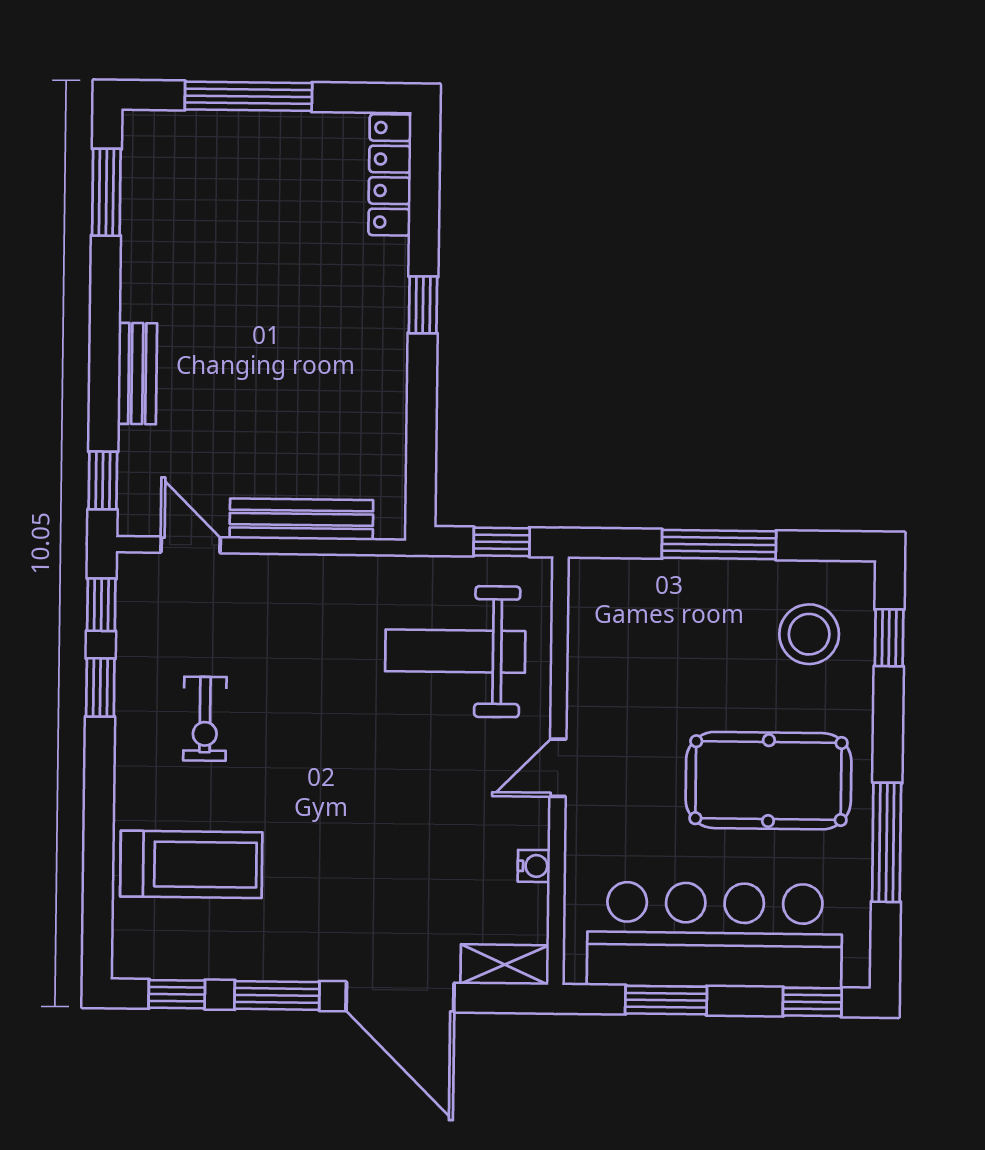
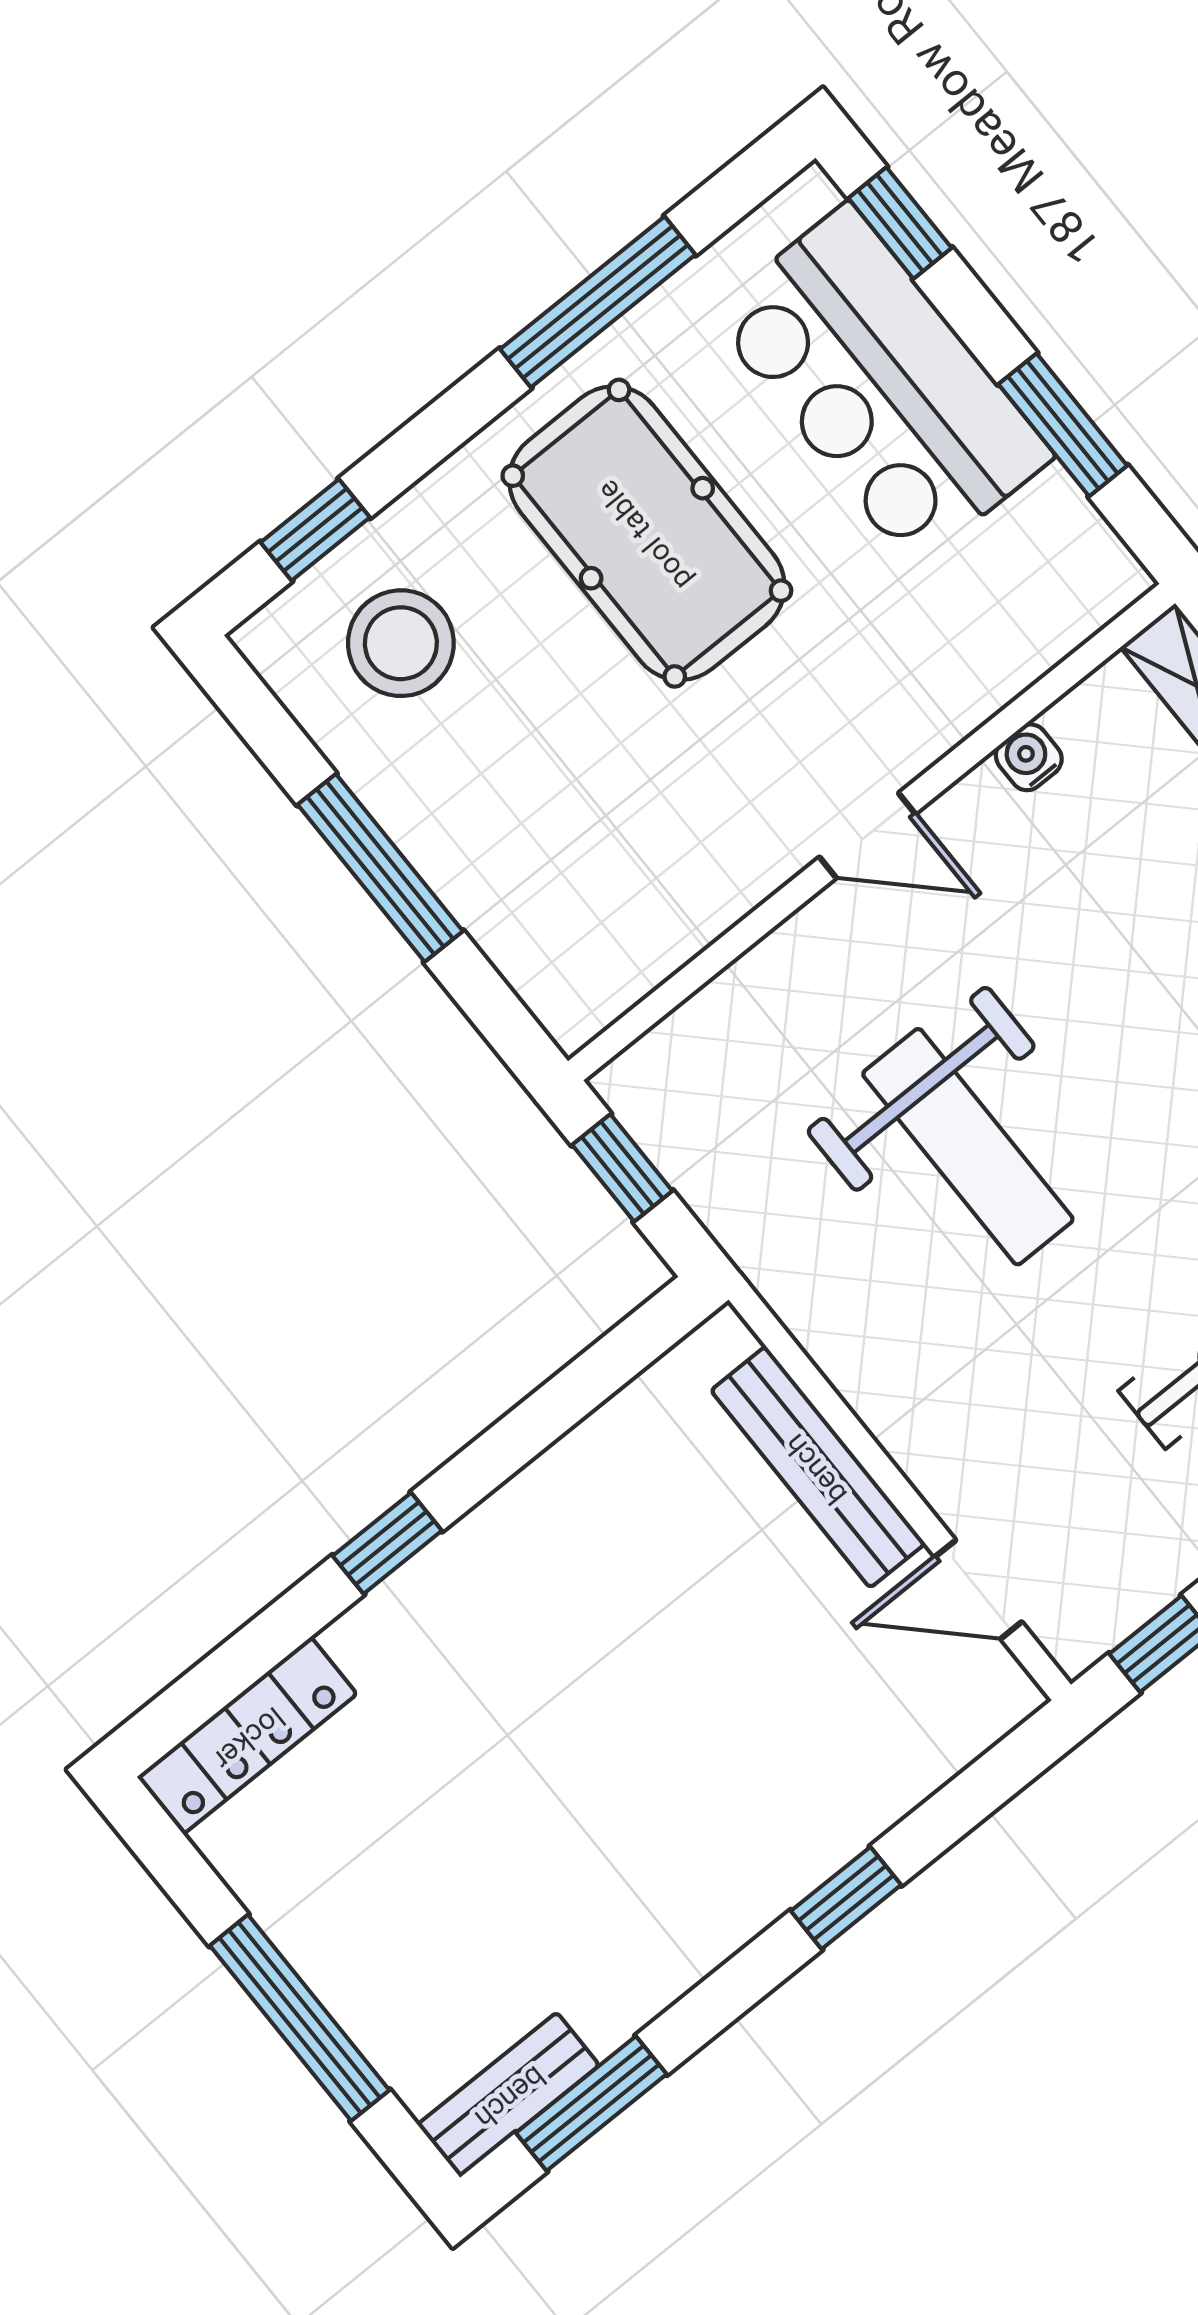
bench: (137, 374) -> (508, 2095), moved
window: (103, 480) -> (846, 1898), moved
door: (191, 545) -> (978, 1589), hinge flipped
weight bench: (455, 651) -> (968, 1147), moved
bar counter: (715, 935) -> (881, 385), width x0.73

